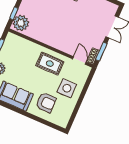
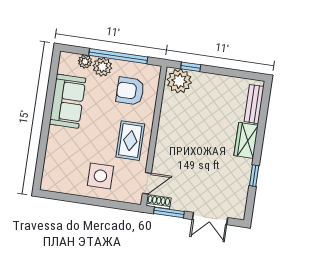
armchair: (46, 102) -> (130, 91), moved, turned 90

